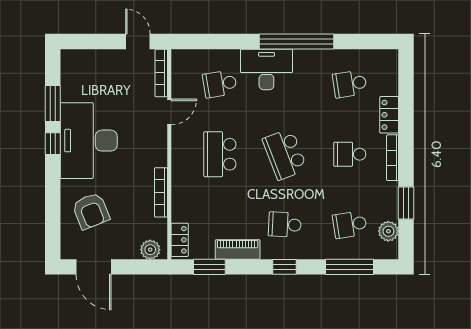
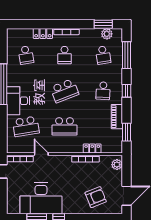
school desk: (220, 84) -> (26, 126), width x1.85
desk: (89, 141) -> (41, 198), moved
window: (406, 203) -> (103, 24), moved
locker: (180, 240) -> (92, 148), moved

